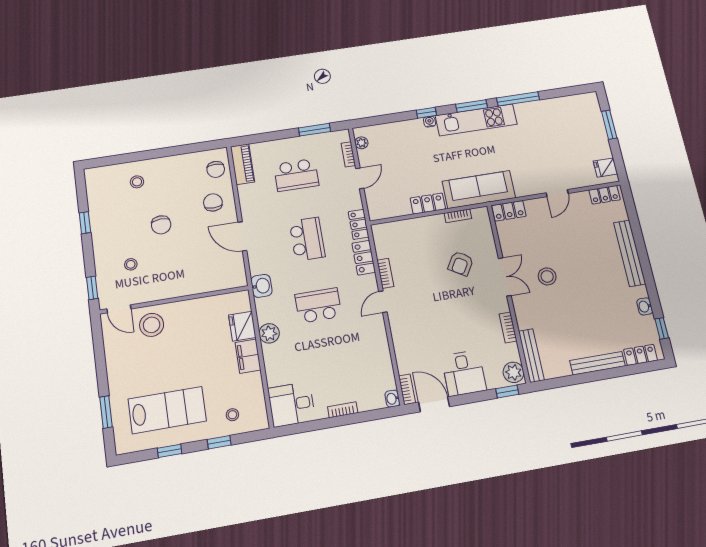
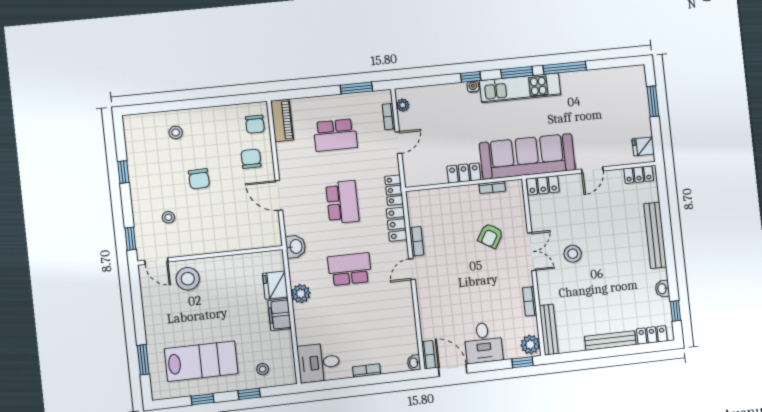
sofa: (479, 190) -> (527, 156), width x1.36, depth x1.27

